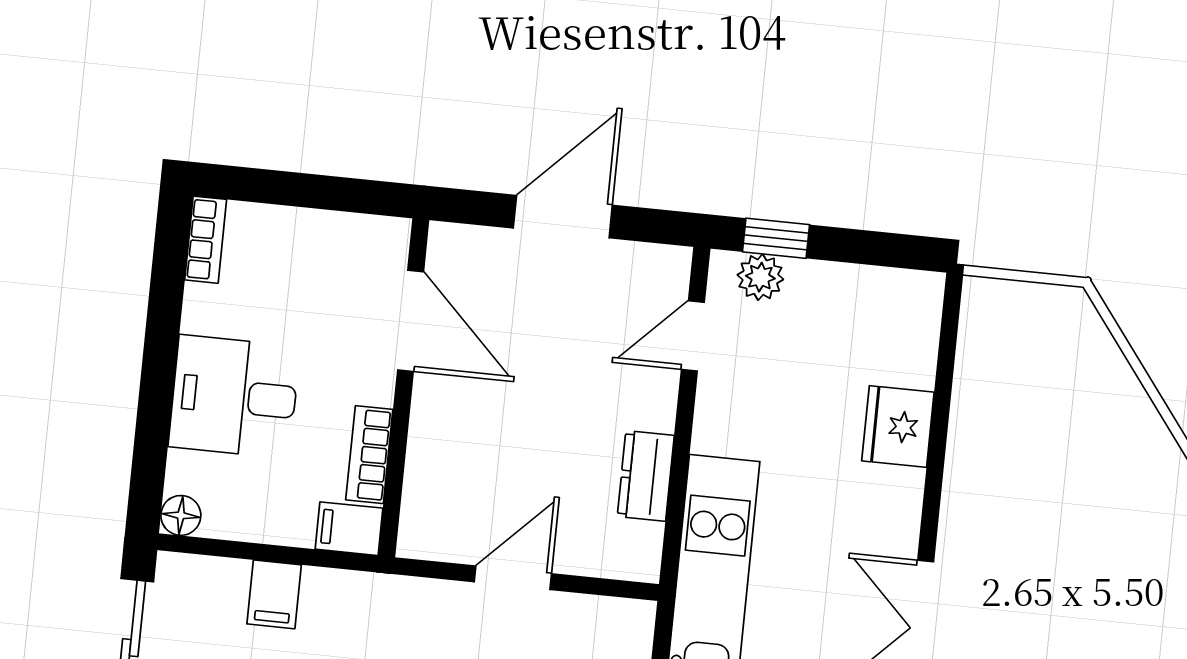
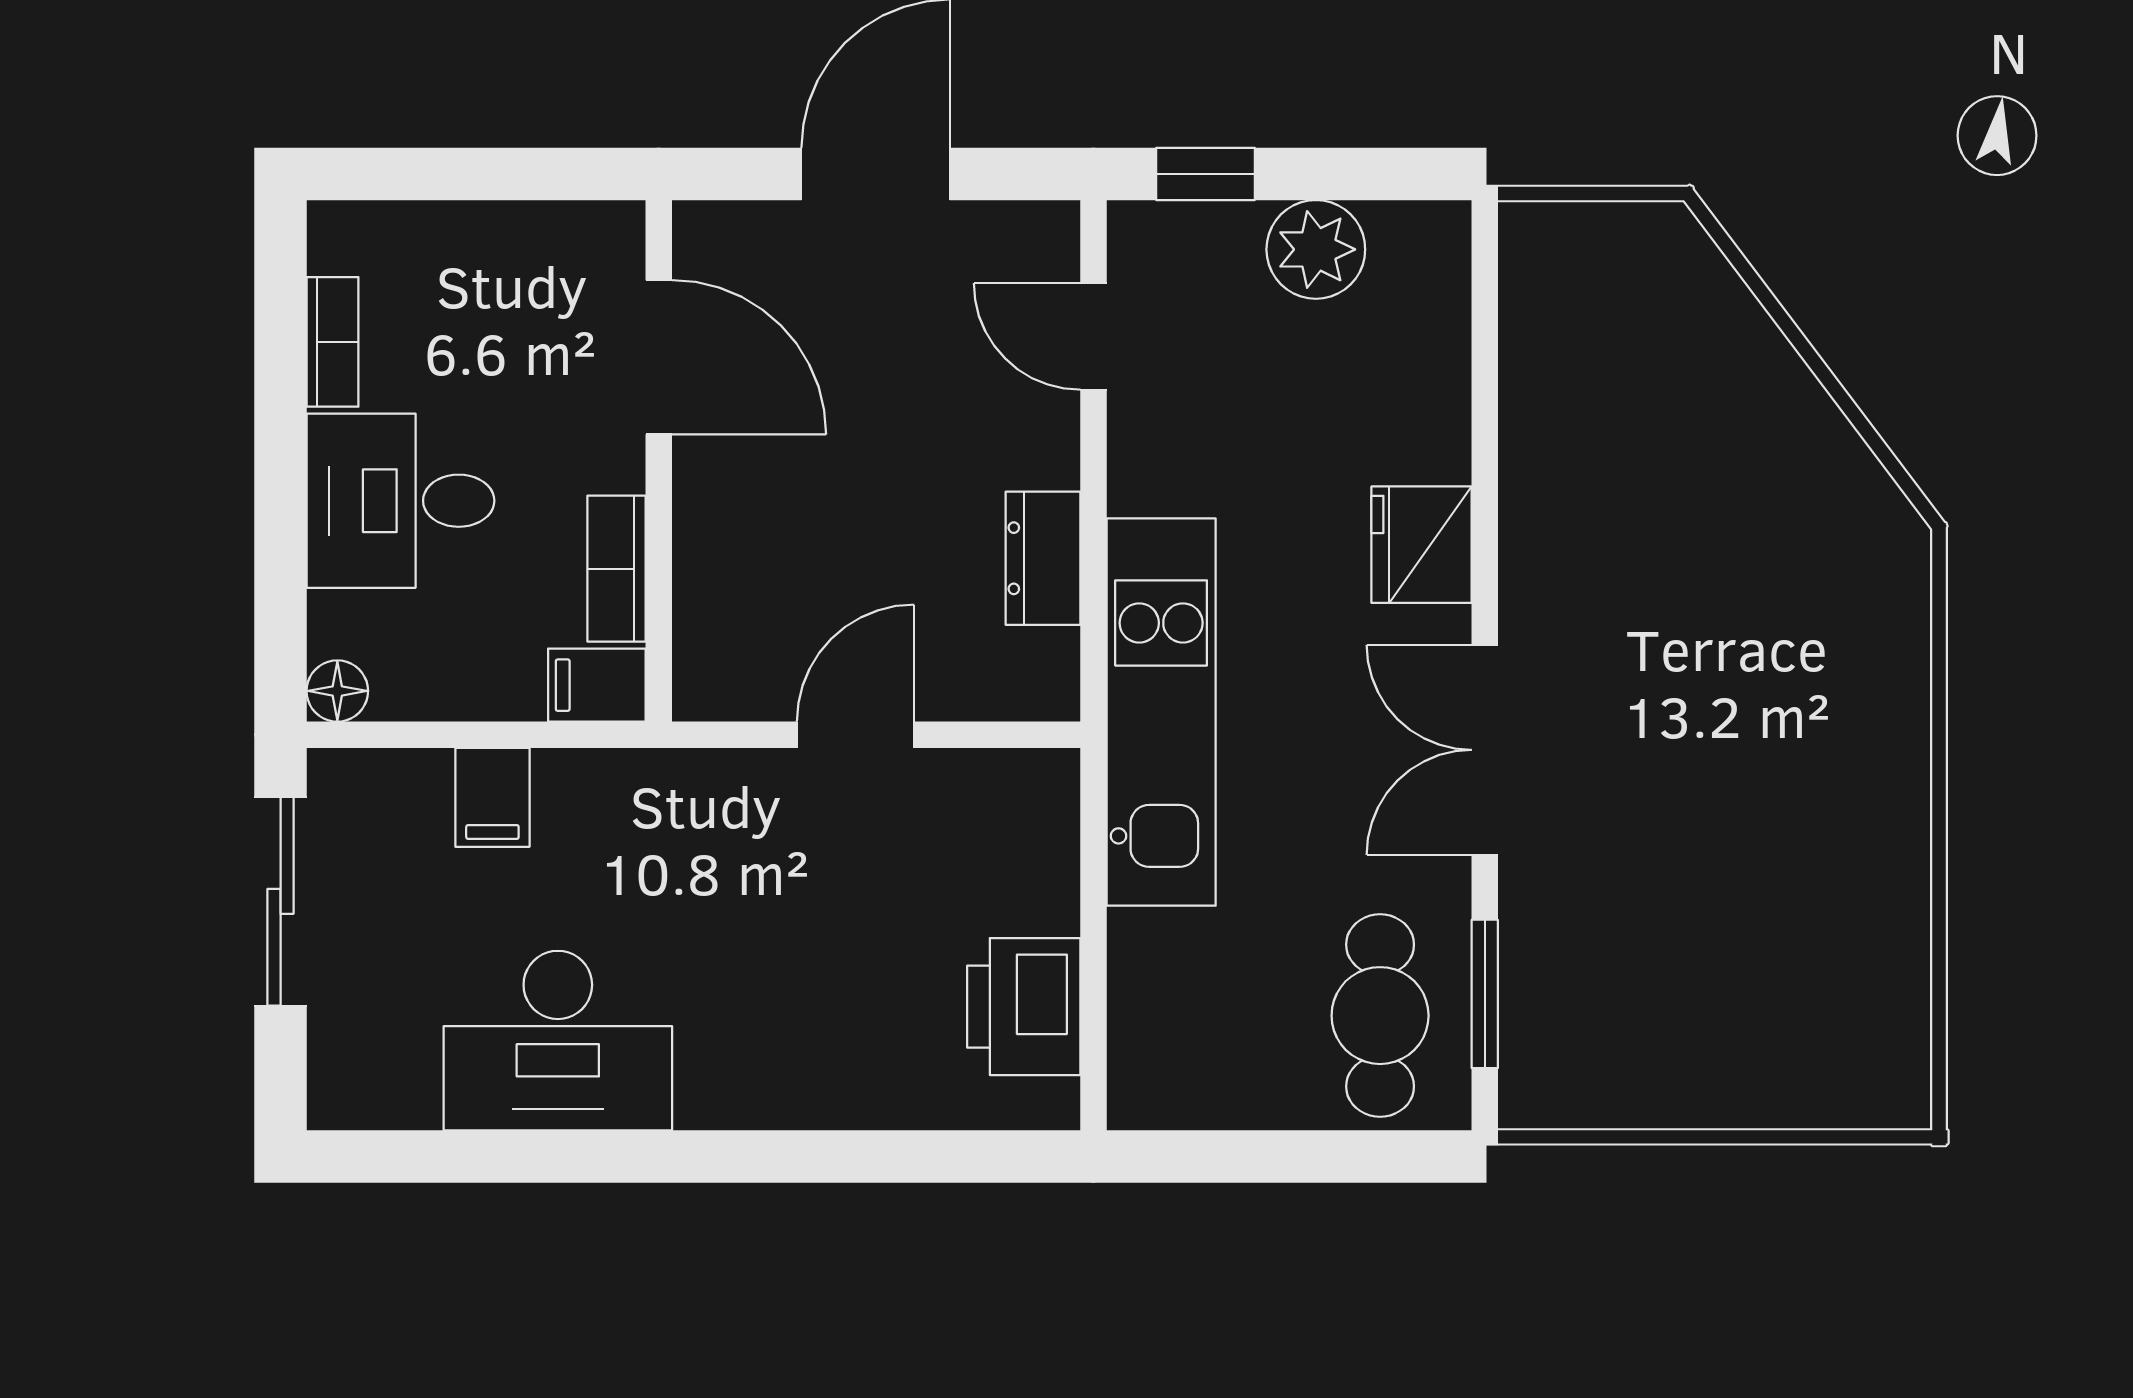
bookcase: (206, 240) -> (333, 342), moved
plant: (760, 277) -> (1316, 249), moved, width x1.38, depth x1.38
door: (693, 336) -> (1093, 336), hinge flipped
fridge: (898, 427) -> (1422, 545), moved

